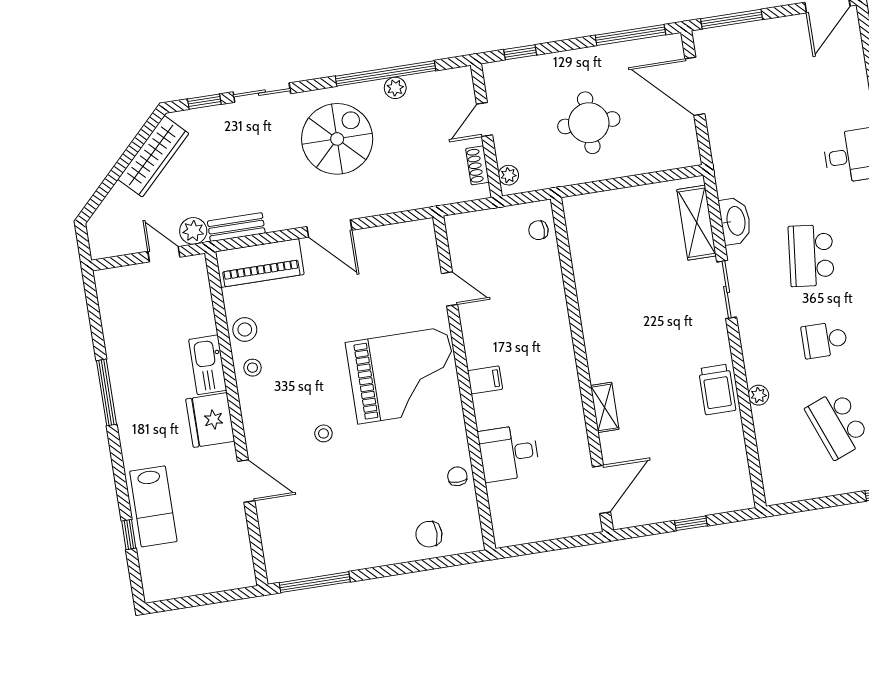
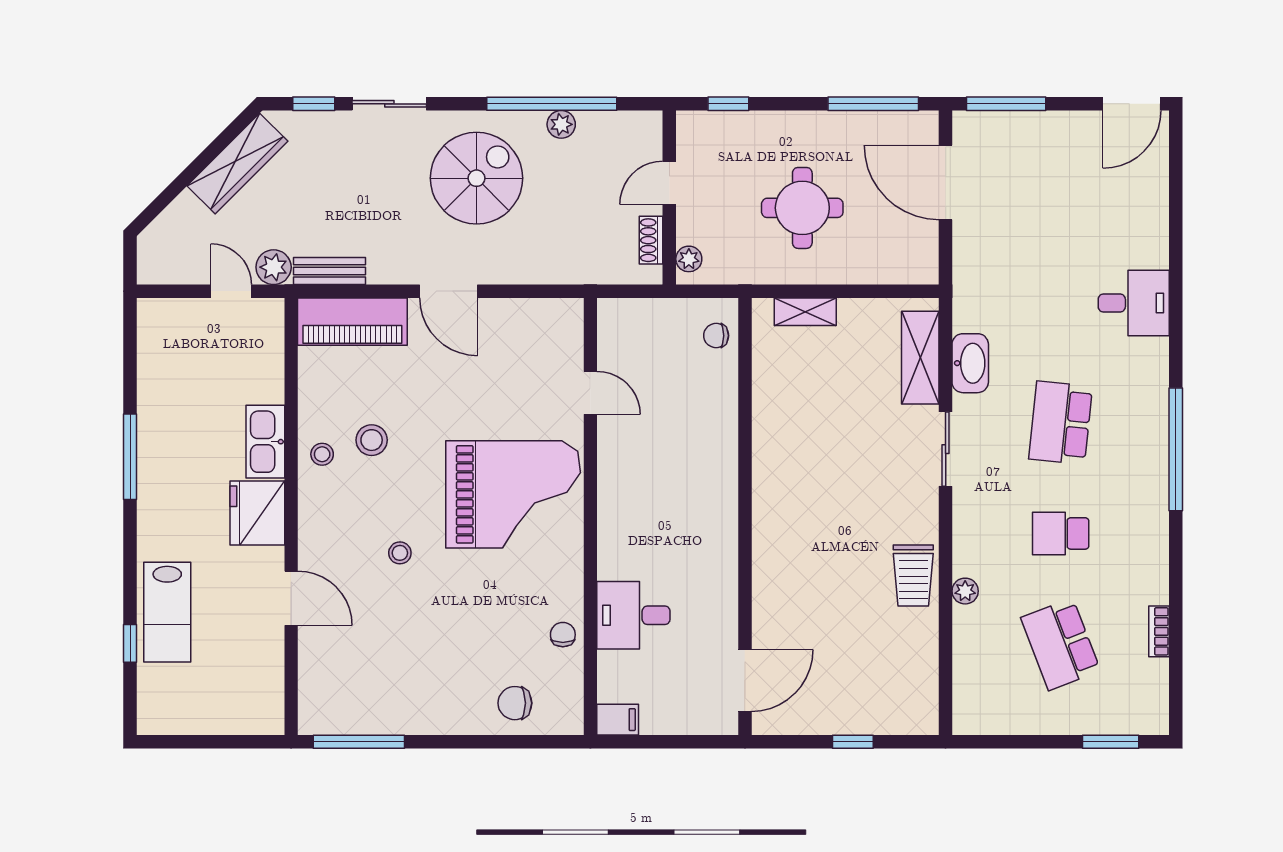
stool: (245, 329) -> (372, 440), moved
filing cabinet: (485, 380) -> (618, 720), moved
shelving: (605, 407) -> (805, 312), moved, turned 90

